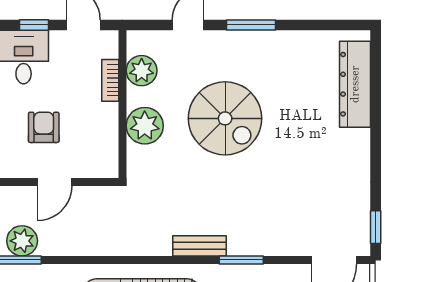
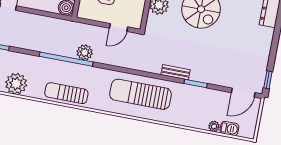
door: (54, 182) -> (119, 27), moved

